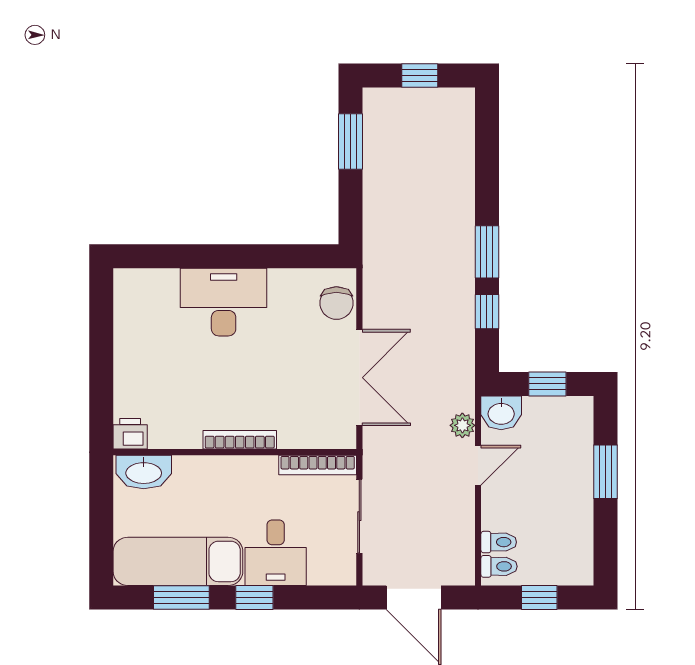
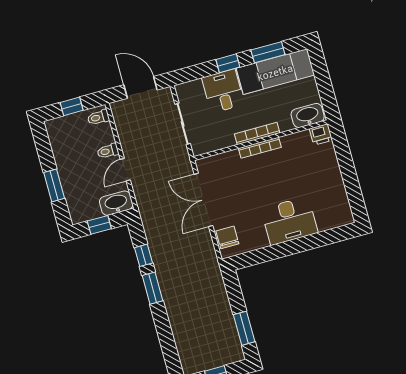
washbasin: (501, 413) -> (116, 203), width x1.38
plant: (462, 425) -> (140, 189), removed
bookcase: (318, 465) -> (257, 133), moved
toilet: (499, 542) -> (108, 151), moved

